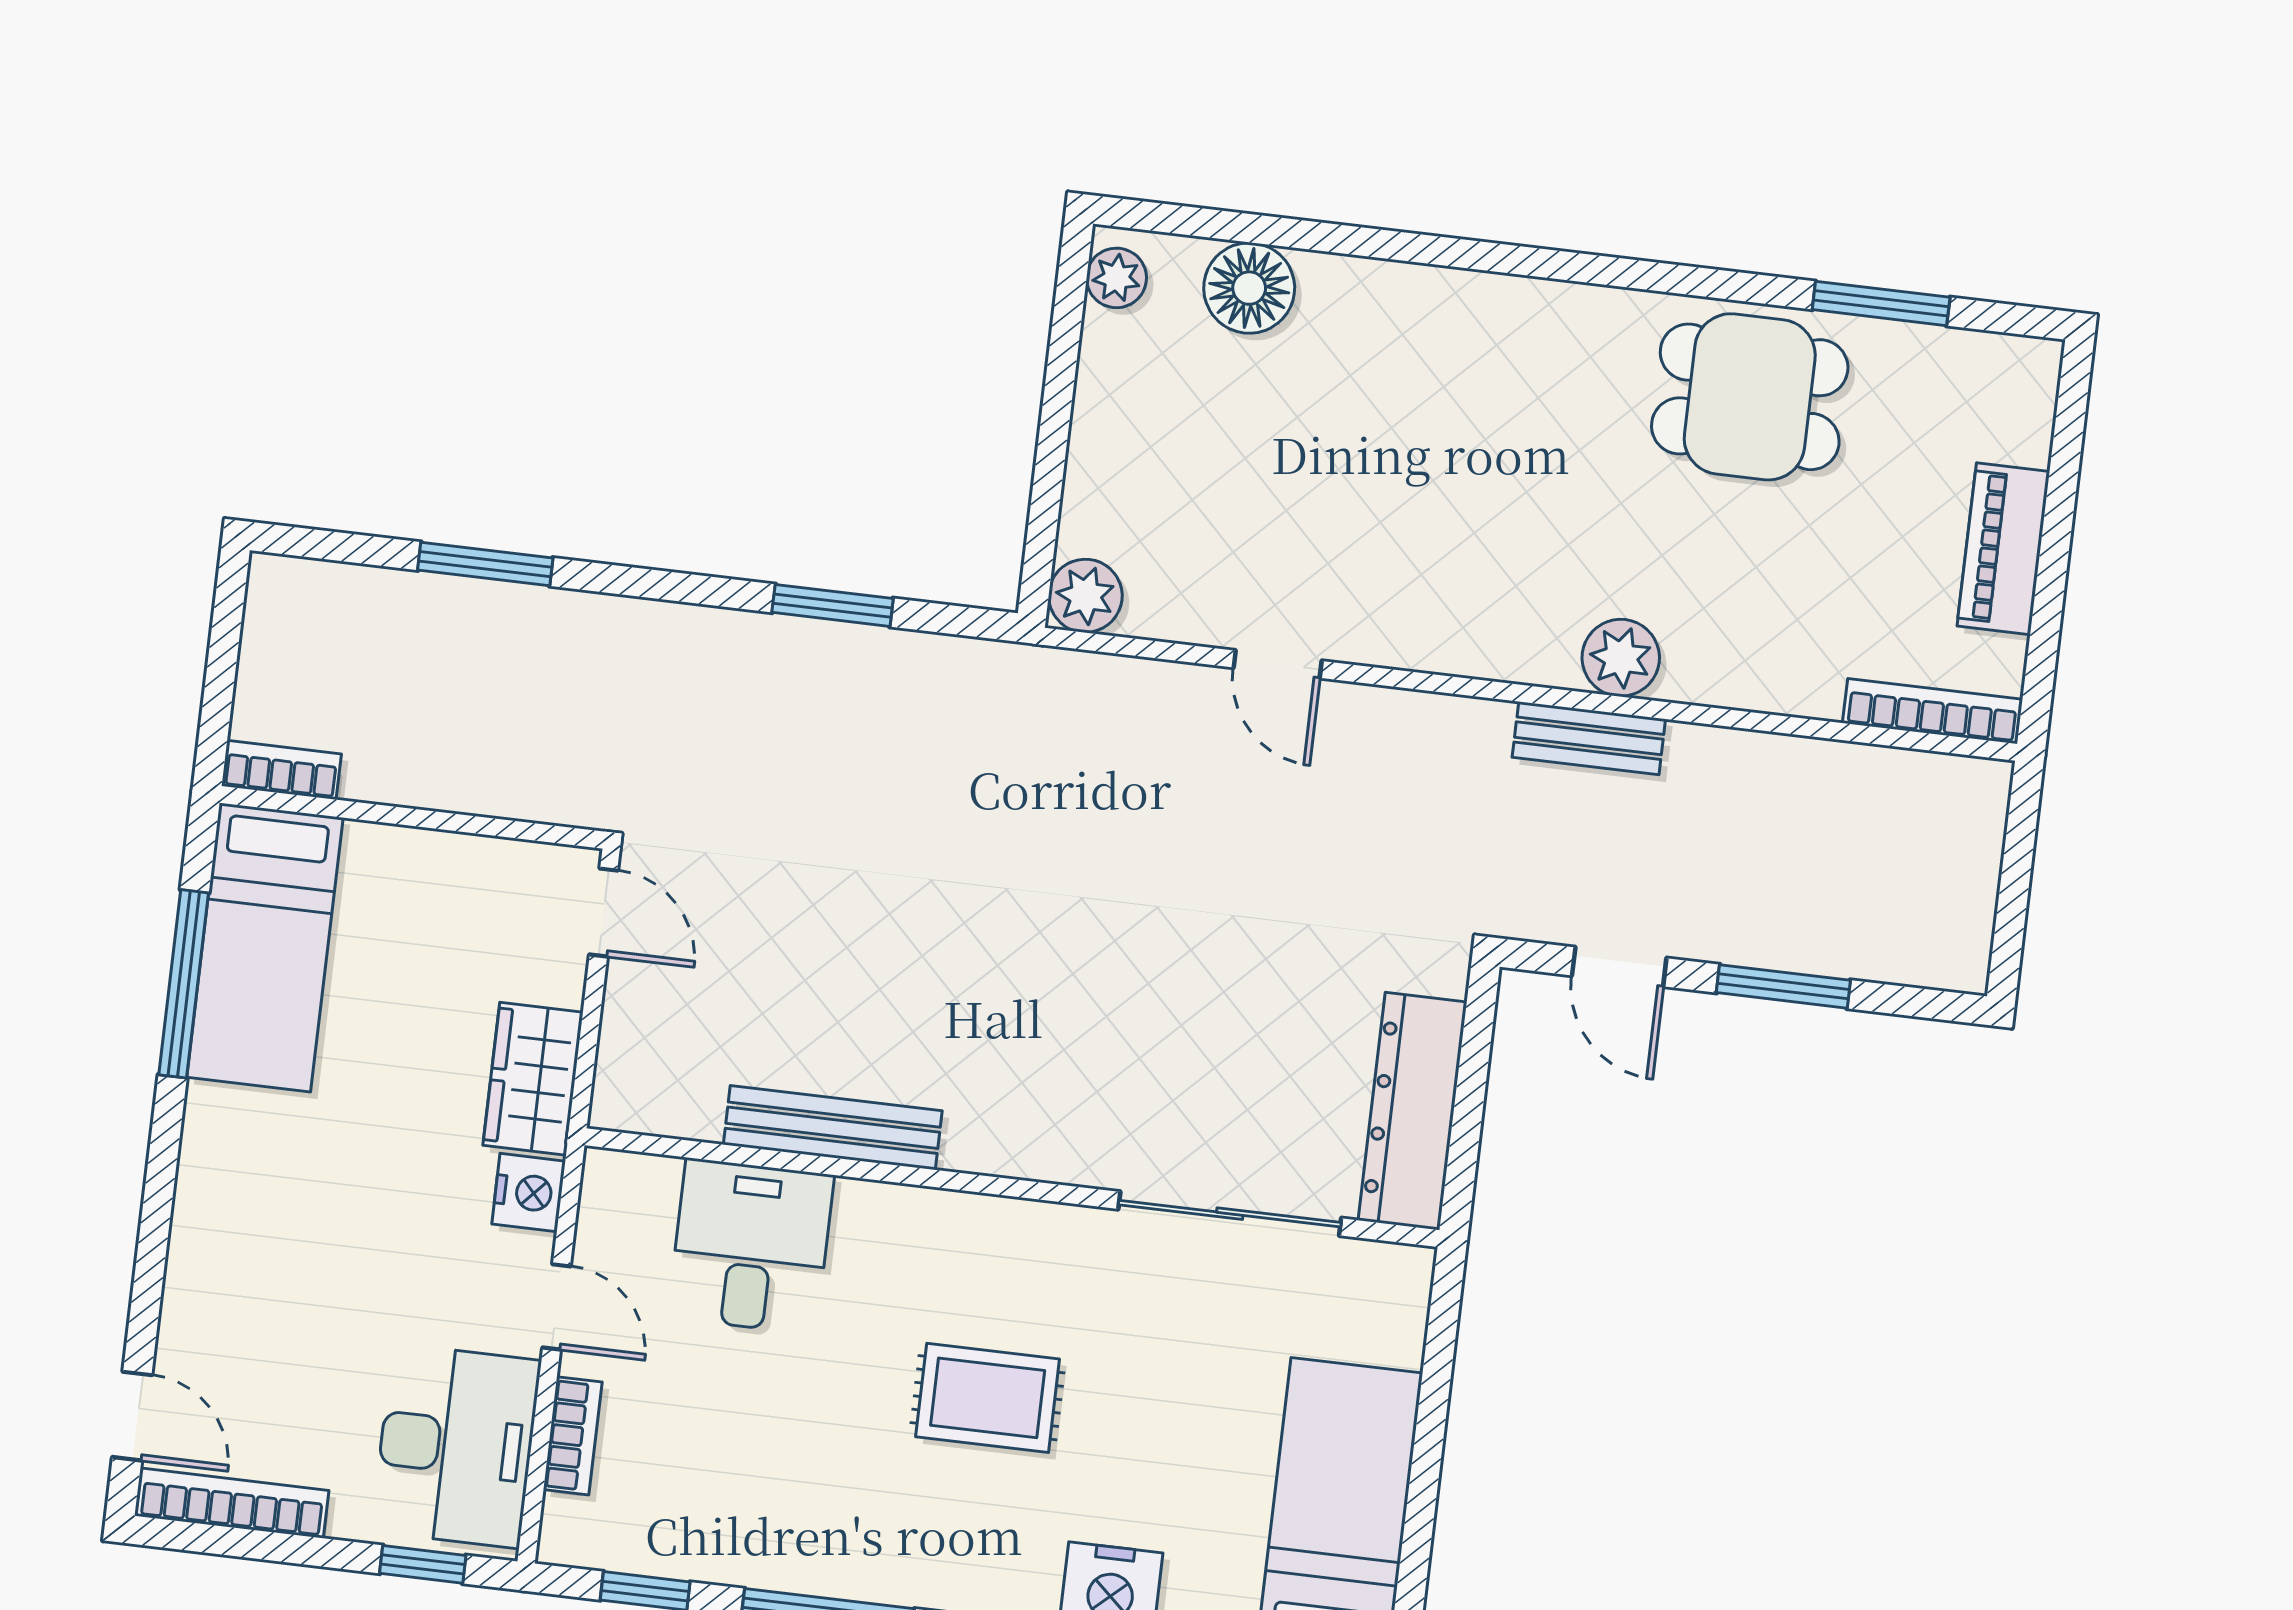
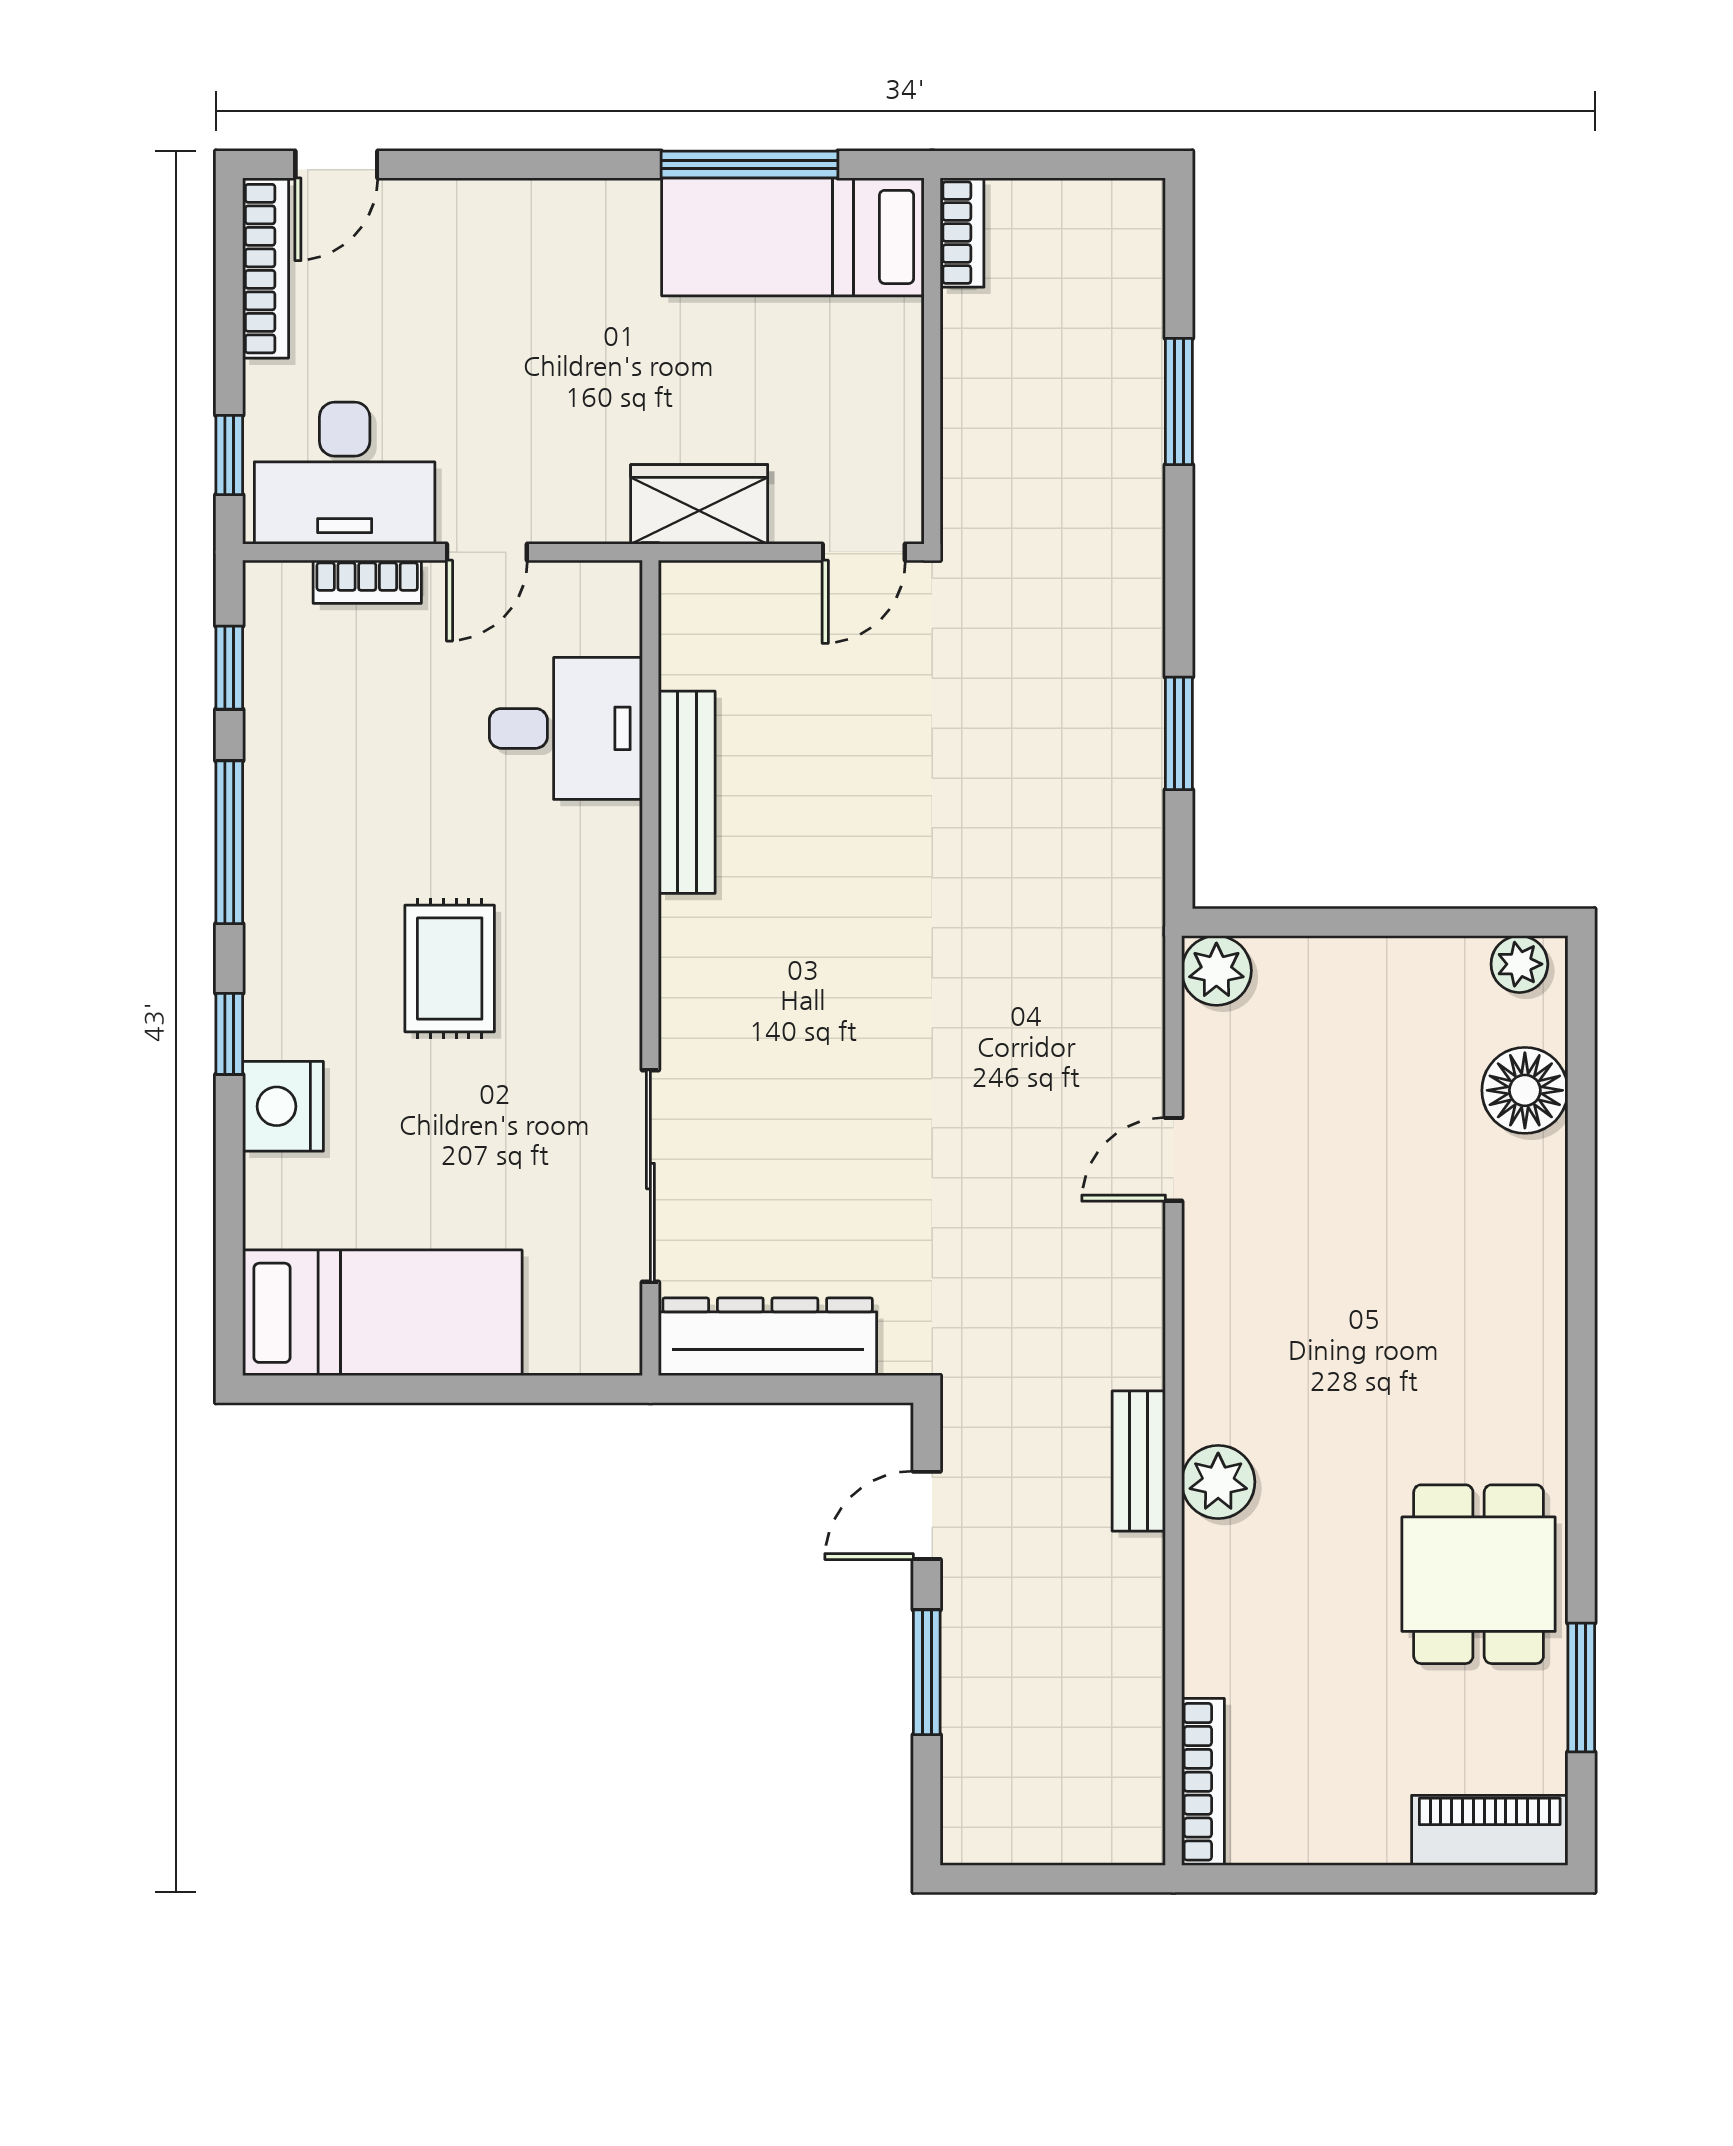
piano: (2003, 549) -> (1490, 1830), moved
nightstand: (529, 1193) -> (592, 513), removed

